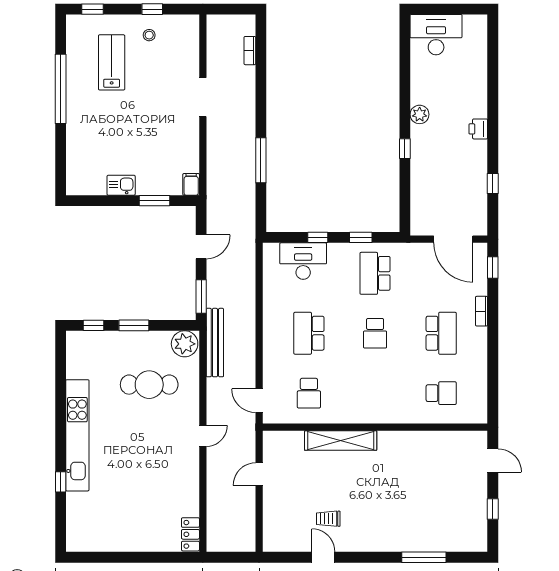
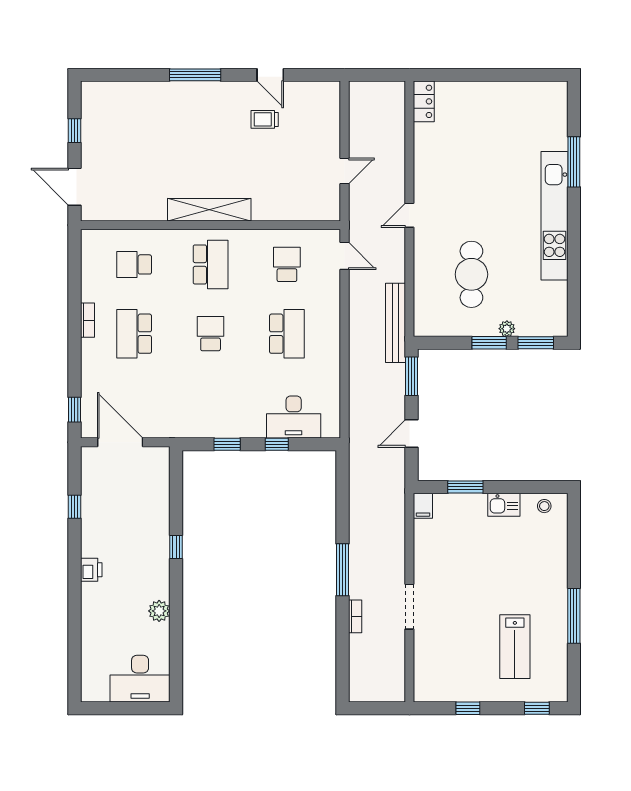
stool: (149, 35) -> (544, 506), moved
bookcase: (250, 51) -> (355, 616), moved
window: (61, 89) -> (574, 616), width x0.68
plant: (420, 114) -> (159, 611), moved
window: (261, 160) -> (342, 570), moved
school desk: (375, 273) -> (211, 264), moved
bookcase: (482, 311) -> (87, 320), moved
window: (93, 325) -> (536, 343), width x1.50
plant: (185, 344) -> (507, 329), moved, width x0.53, depth x0.53
cafe table: (149, 385) -> (471, 274), turned 90
shelving: (341, 441) -> (209, 210), moved
door: (493, 460) -> (75, 187), width x1.37
window: (61, 482) -> (574, 162), width x2.17
trolley: (328, 519) -> (265, 119), turned 180
window: (424, 557) -> (195, 75), moved

